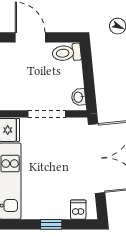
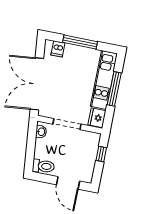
window: (51, 224) -> (80, 42), width x2.17

